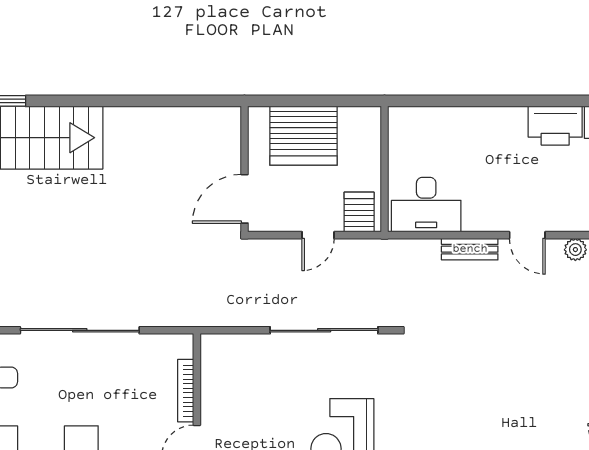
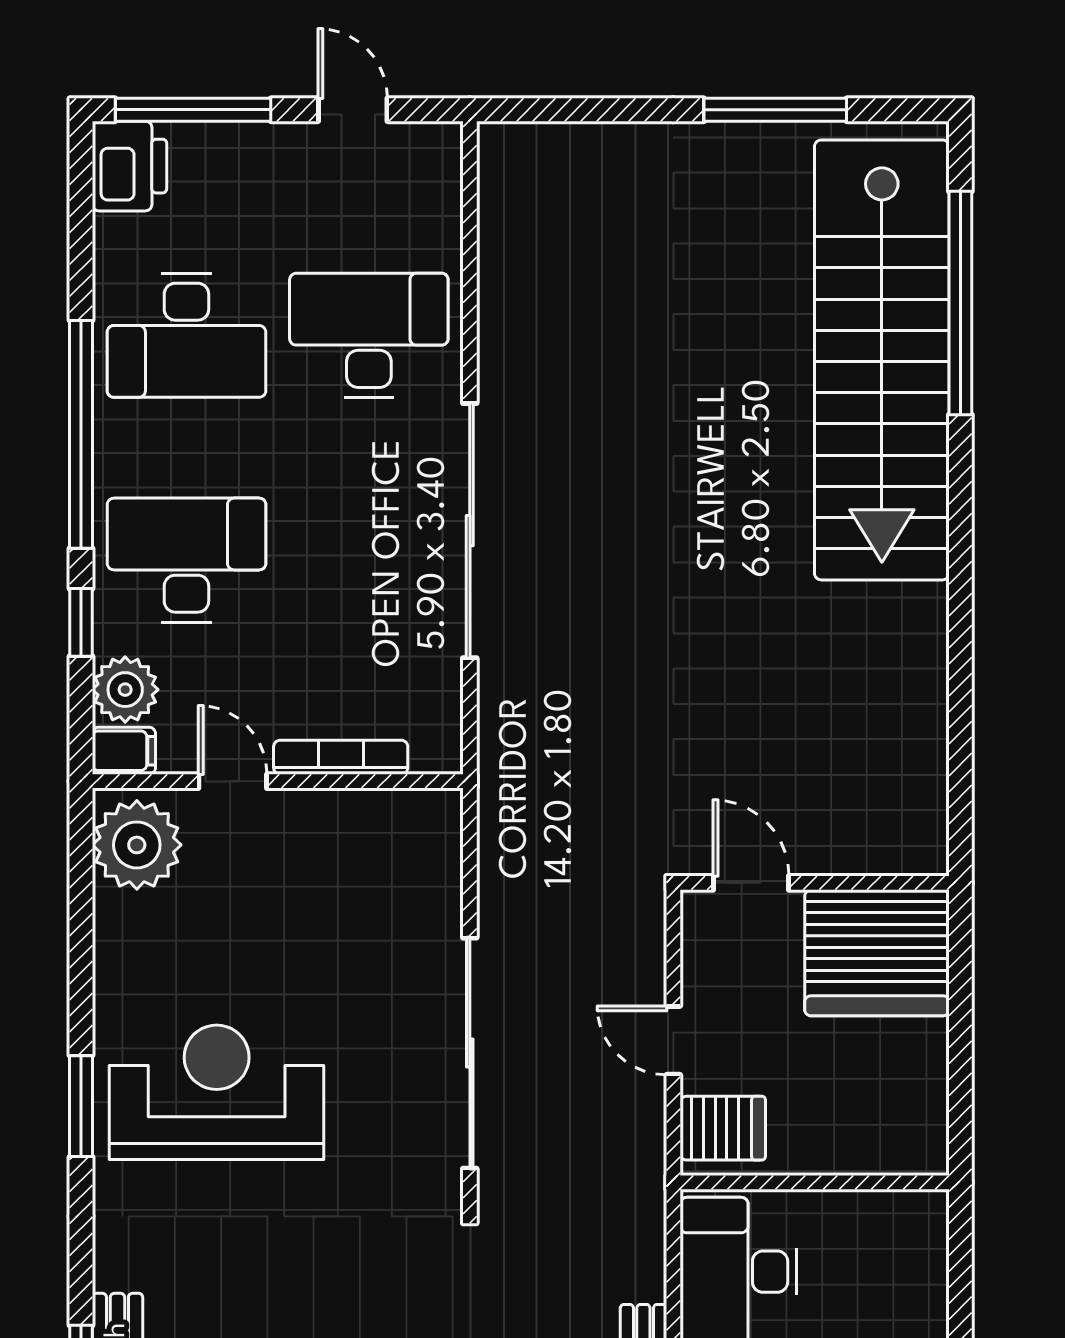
server rack: (303, 136) -> (877, 953), moved, turned -90
door: (244, 199) -> (751, 883), width x0.73

